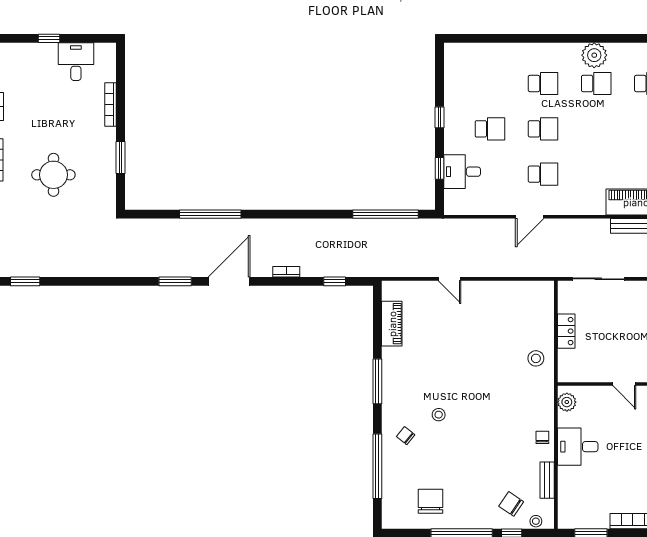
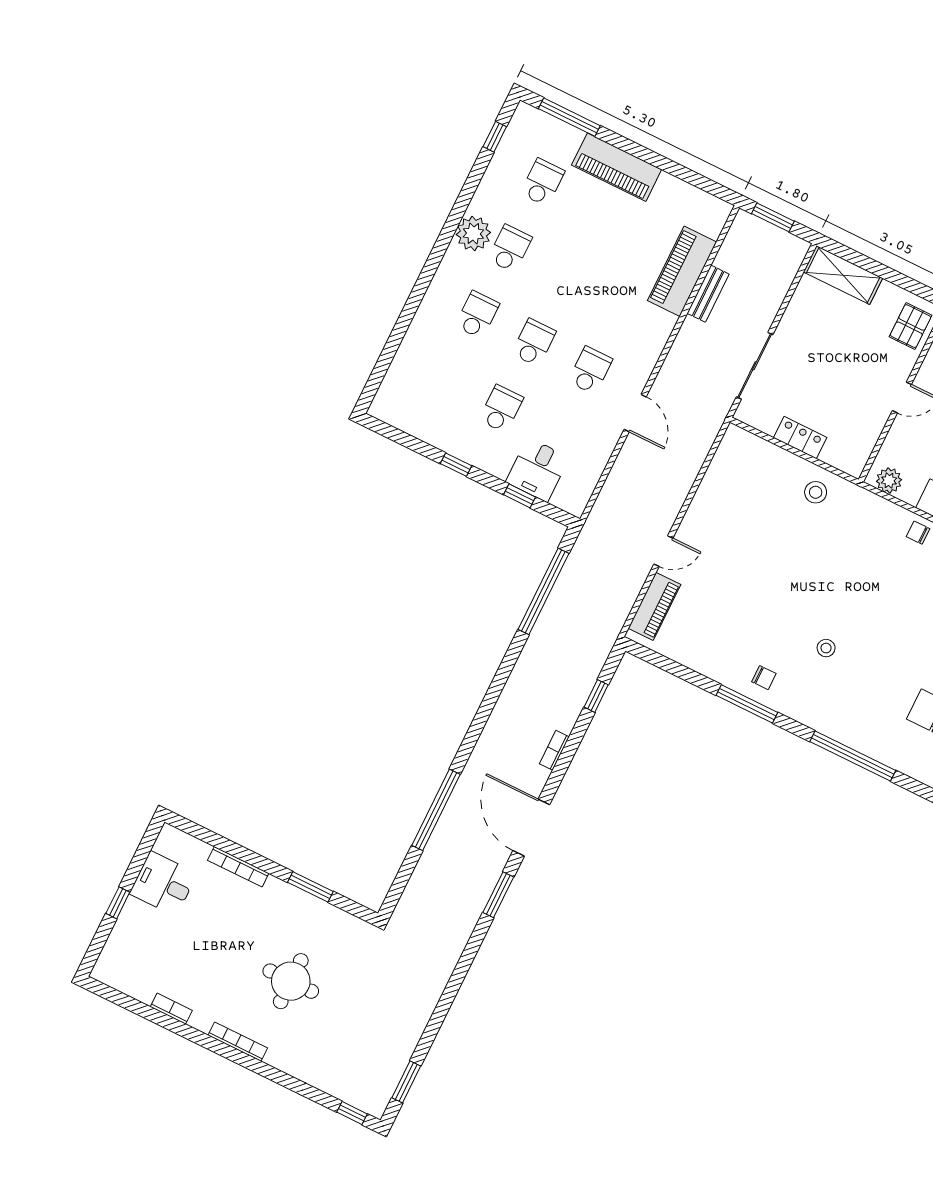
piano: (392, 324) -> (654, 606), moved, turned 90
chair: (406, 436) -> (764, 678), moved, turned -129

